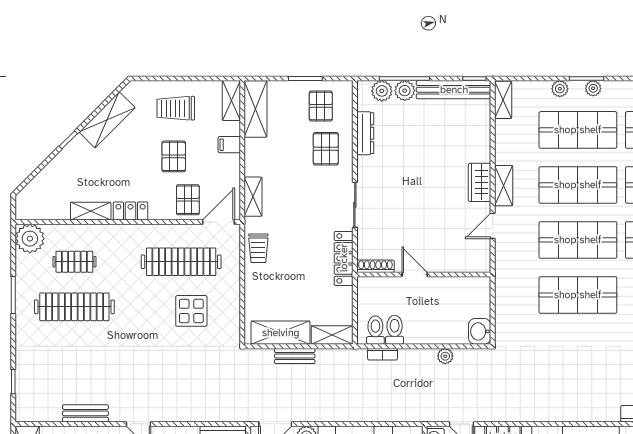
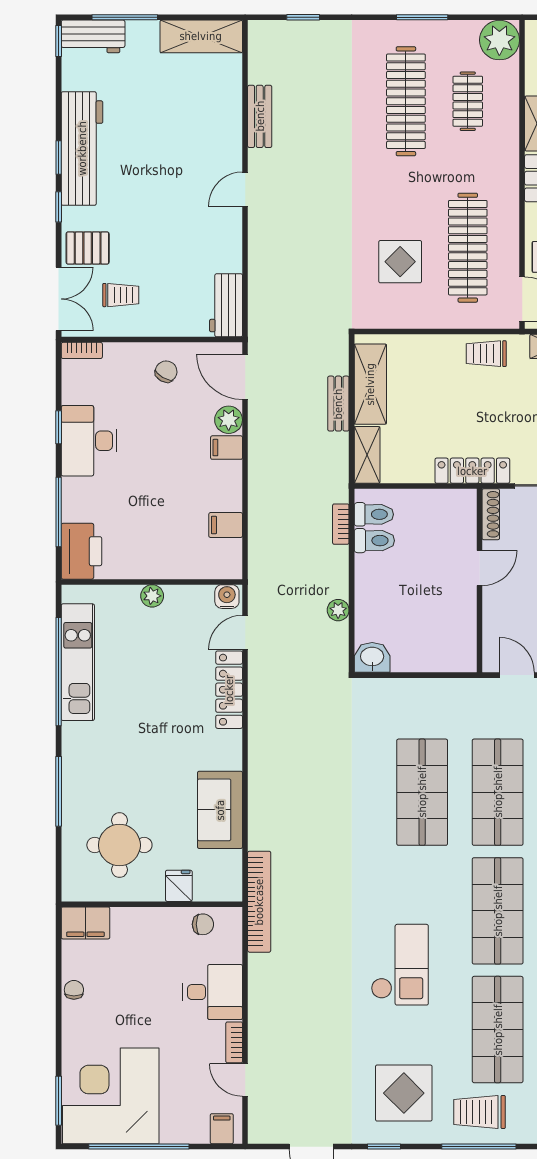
shoe rack: (375, 266) -> (491, 514), moved
door: (415, 275) -> (479, 568), moved
wall: (424, 275) -> (479, 581), moved

